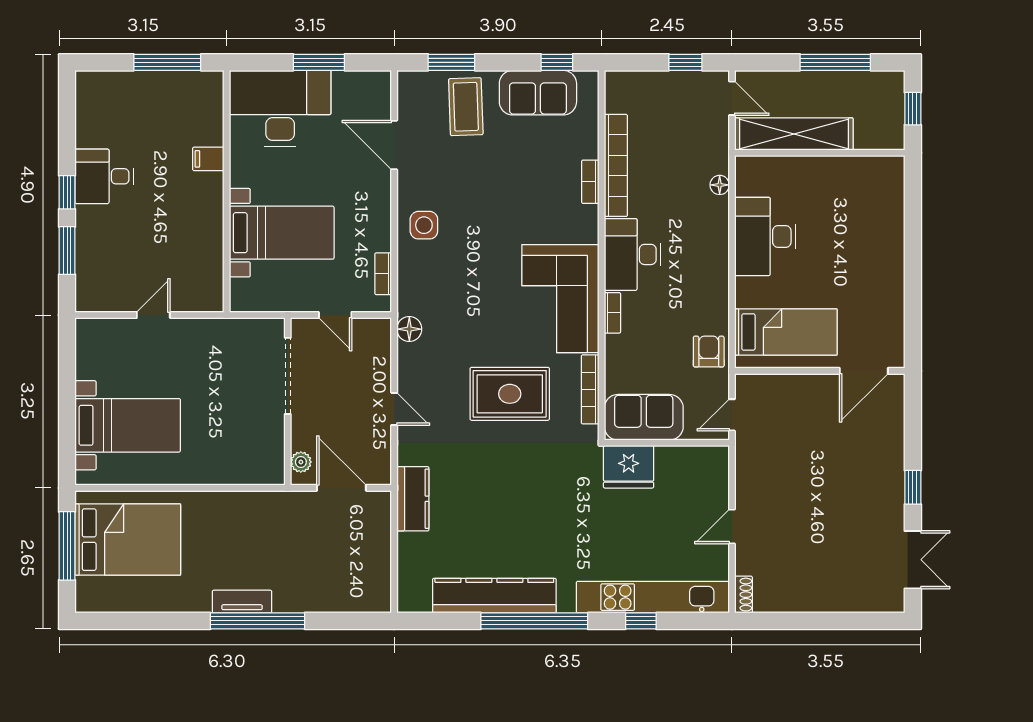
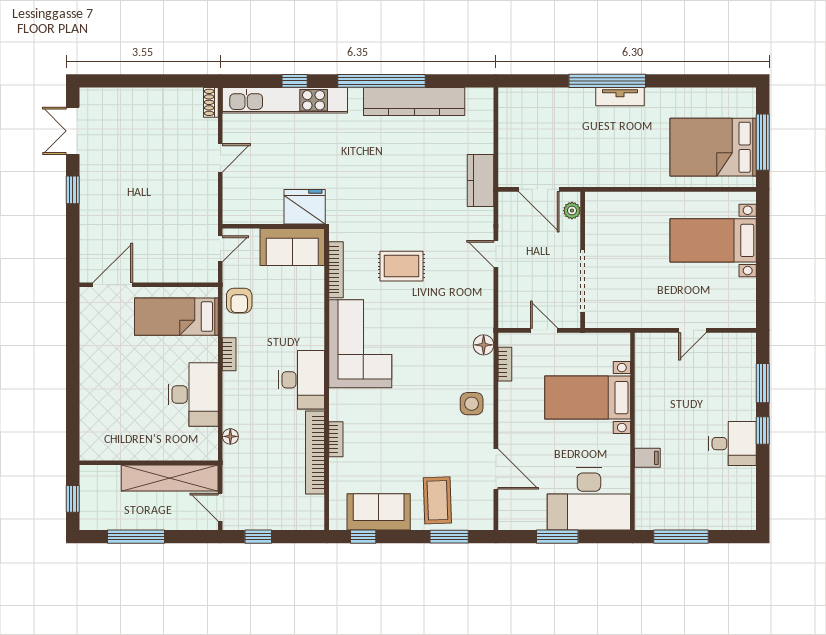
bookcase: (612, 313) -> (229, 354), moved, turned 180
floor lamp: (409, 329) -> (484, 345), moved
rug: (510, 394) -> (402, 266), width x0.73, depth x0.70

